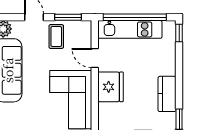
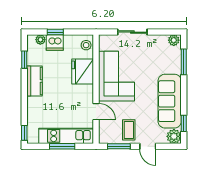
window: (135, 17) -> (62, 146), width x0.47
fridge: (111, 87) -> (83, 72), moved

